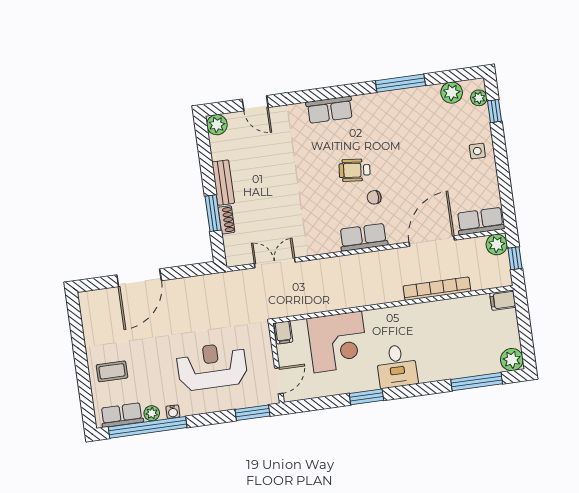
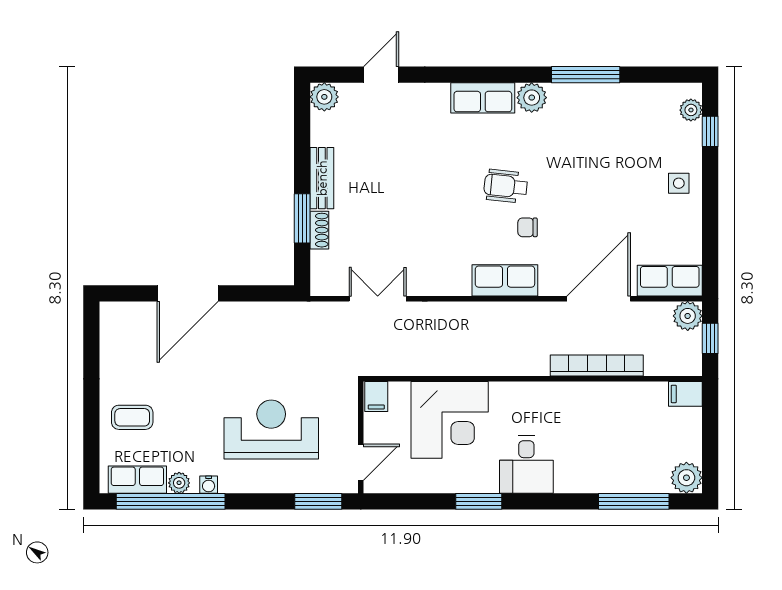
plant: (452, 93) -> (532, 98), moved
door: (255, 103) -> (381, 75), swing flipped

